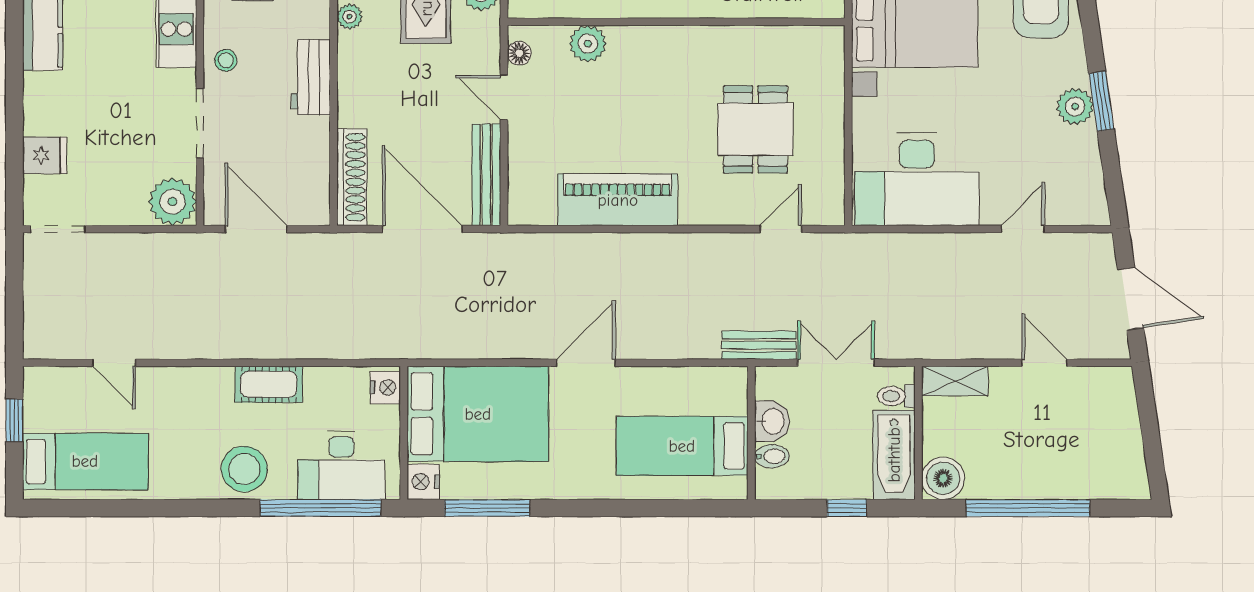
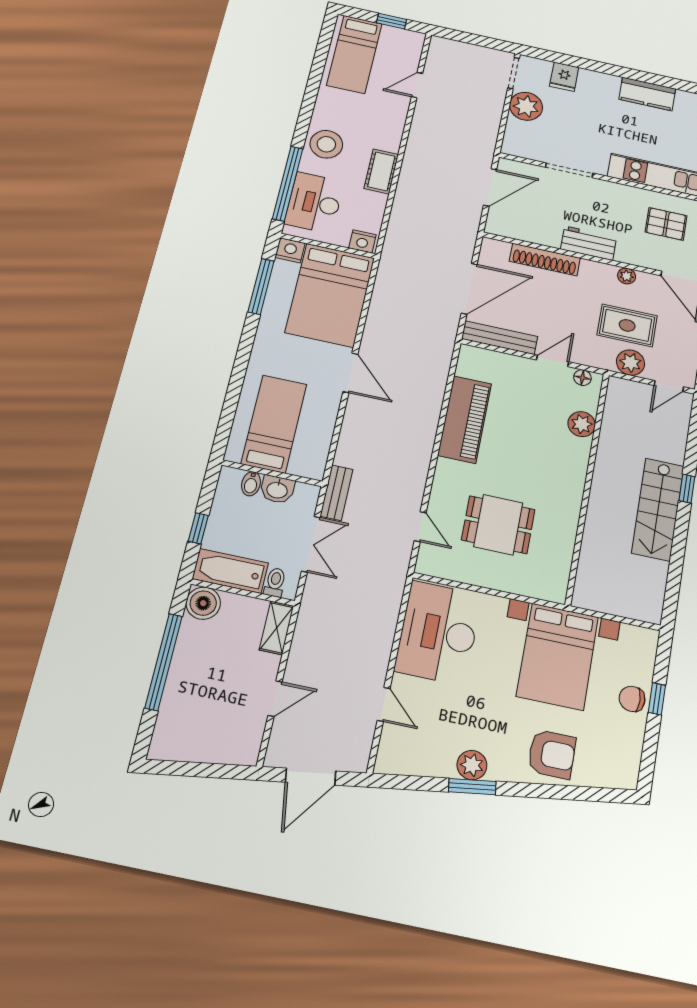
stool: (226, 60) -> (609, 195), removed
shoe rack: (352, 177) -> (545, 260), moved
plant: (173, 202) -> (526, 106), moved

